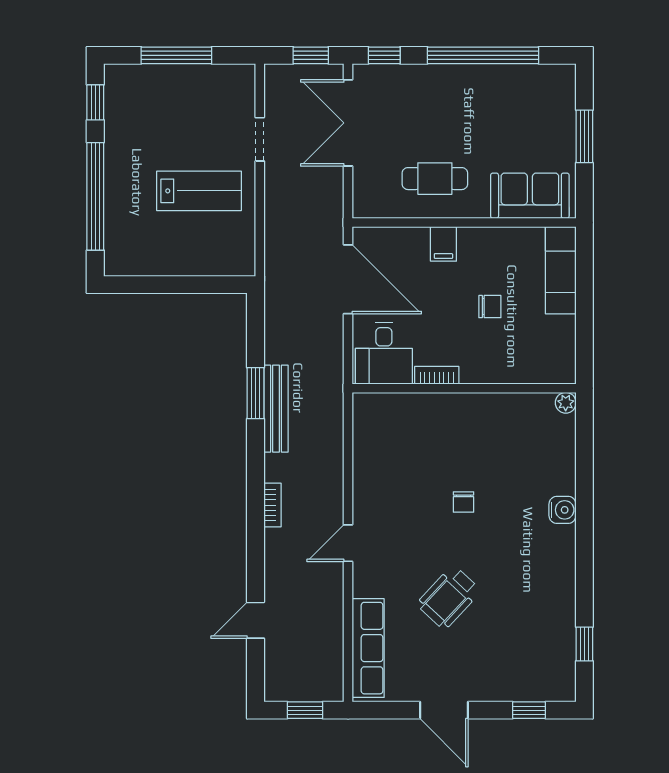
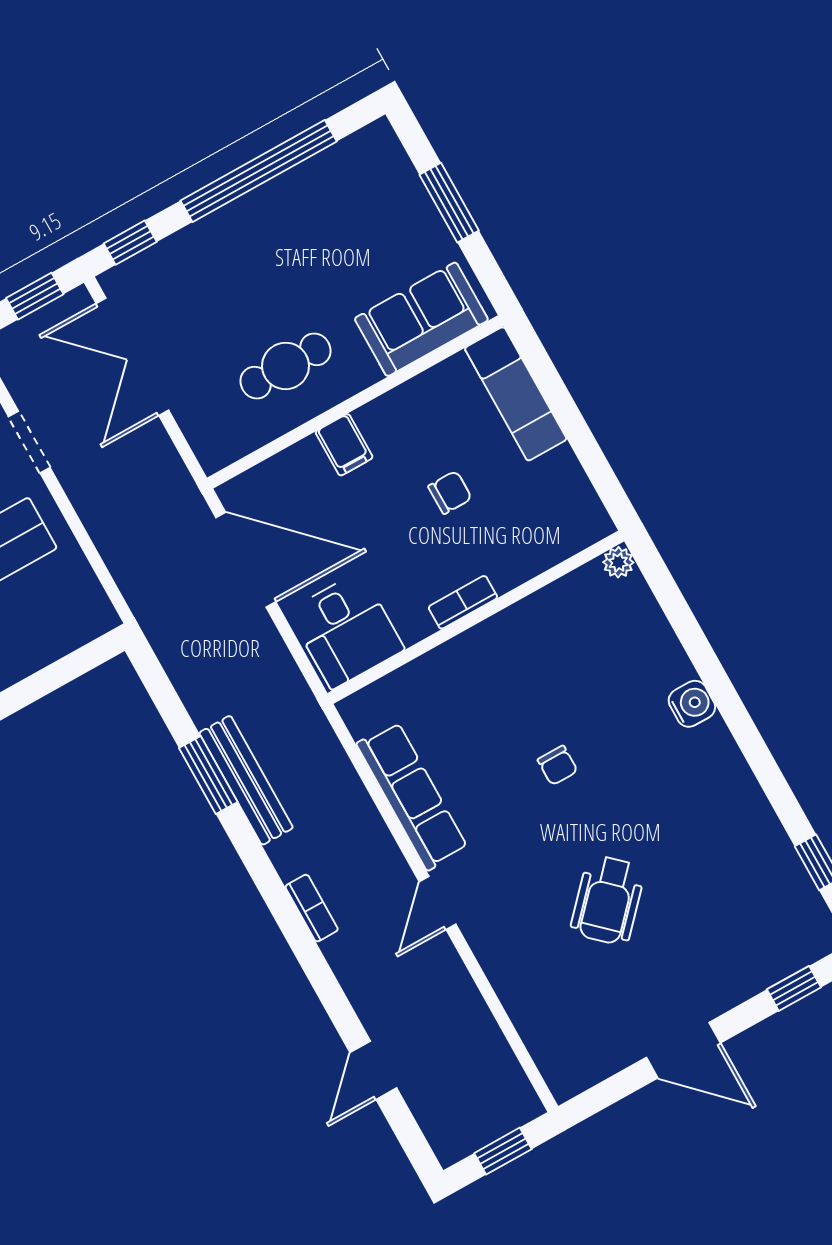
bookcase: (437, 375) -> (463, 602), moved
row of seats: (368, 648) -> (412, 796), moved

